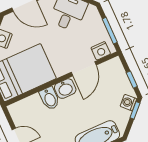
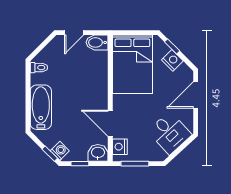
washbasin: (65, 89) -> (98, 153), moved, turned 90
bidet: (49, 98) -> (97, 42), moved

